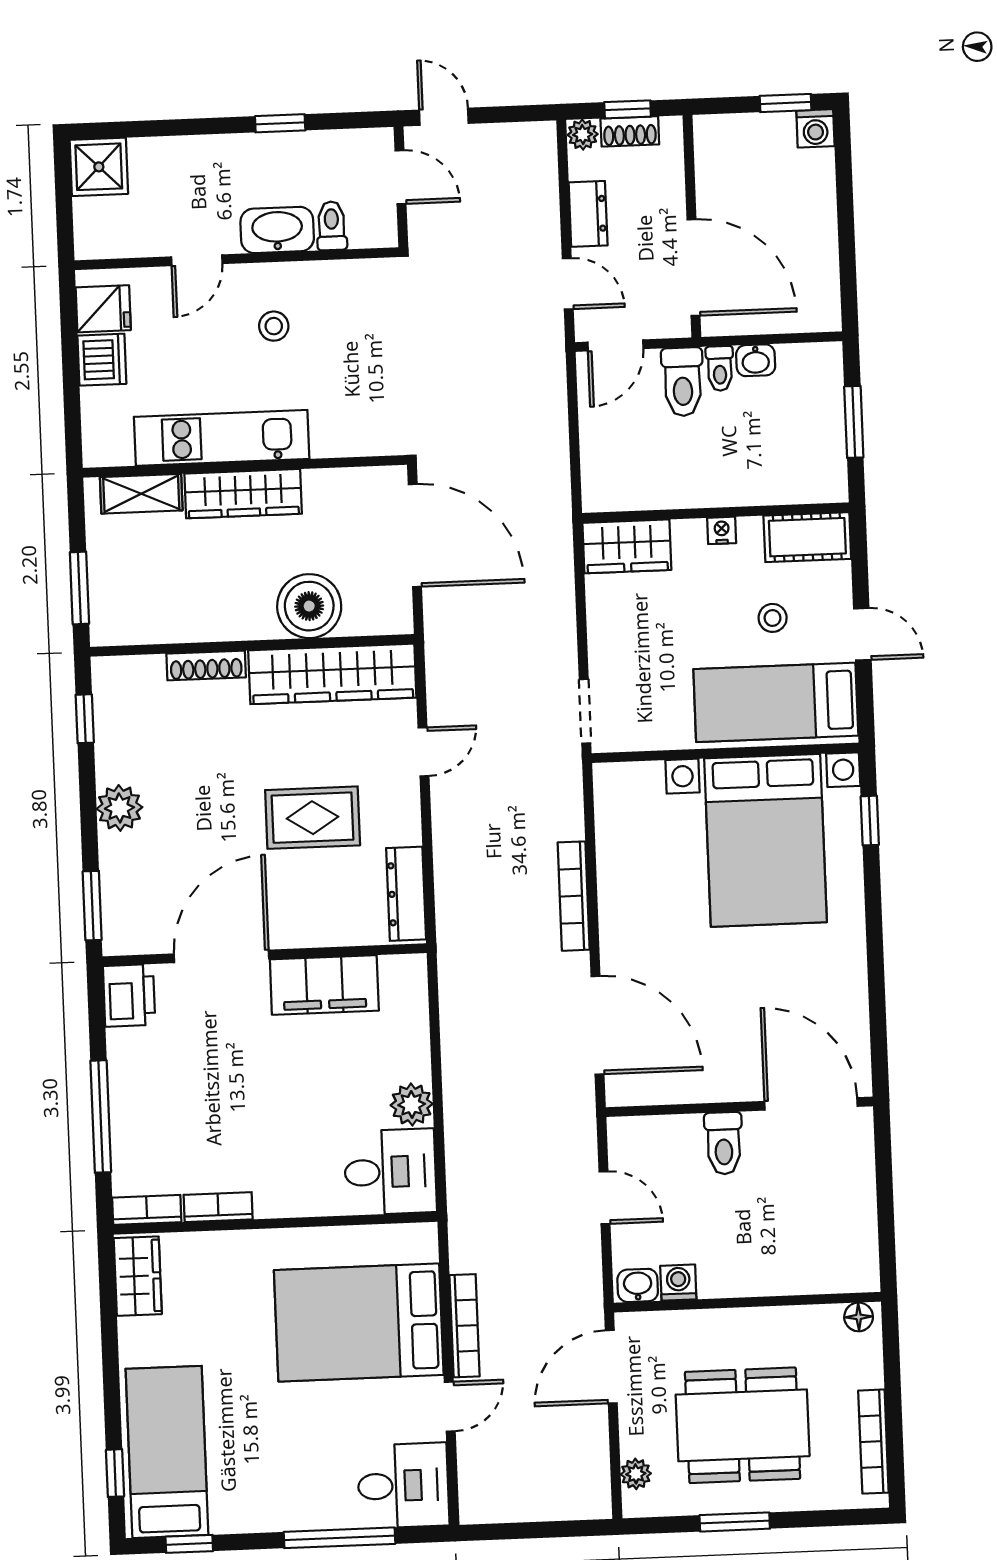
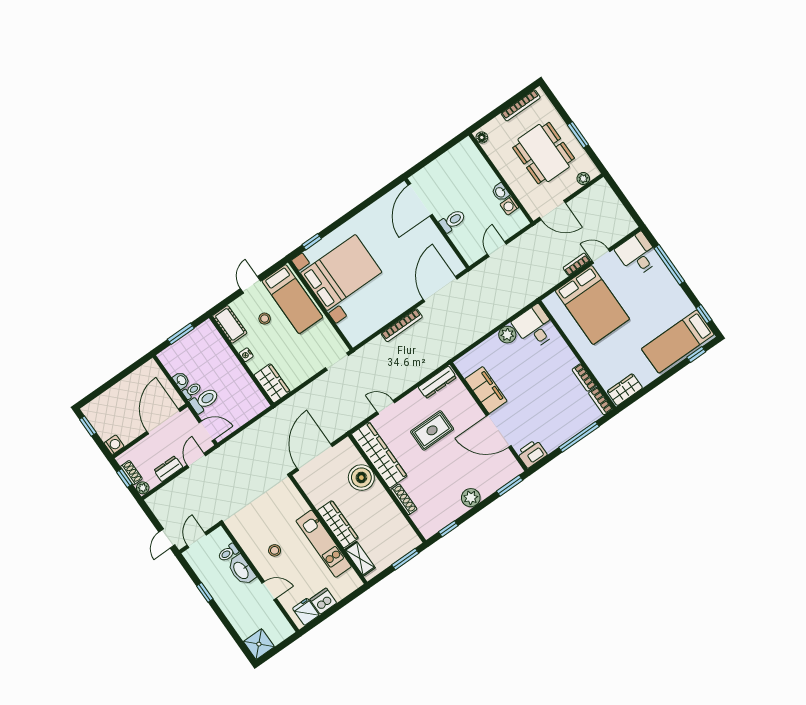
washing machine: (815, 128) -> (114, 445), moved
rug: (313, 818) -> (432, 430), turned 90
washbasin: (638, 1285) -> (500, 192), moved
bookcase: (465, 1326) -> (576, 264), width x0.64

